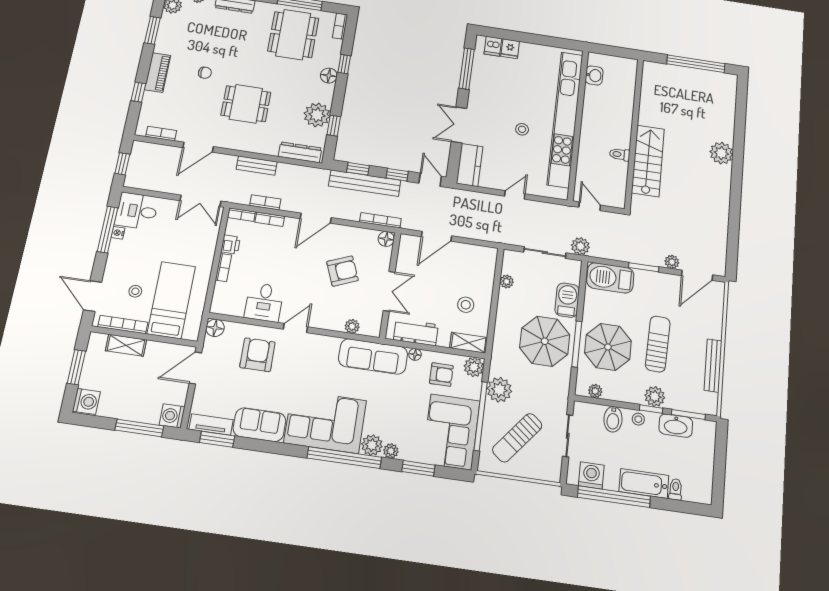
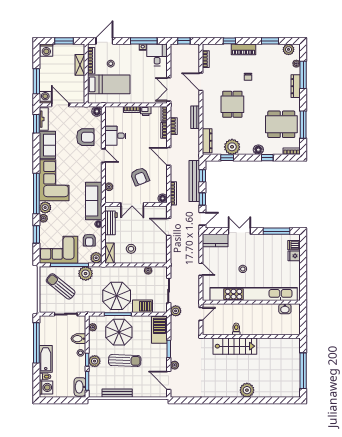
door: (195, 368) -> (60, 105), moved
washbasin: (676, 426) -> (80, 387), moved
washing machine: (591, 475) -> (46, 387), moved

